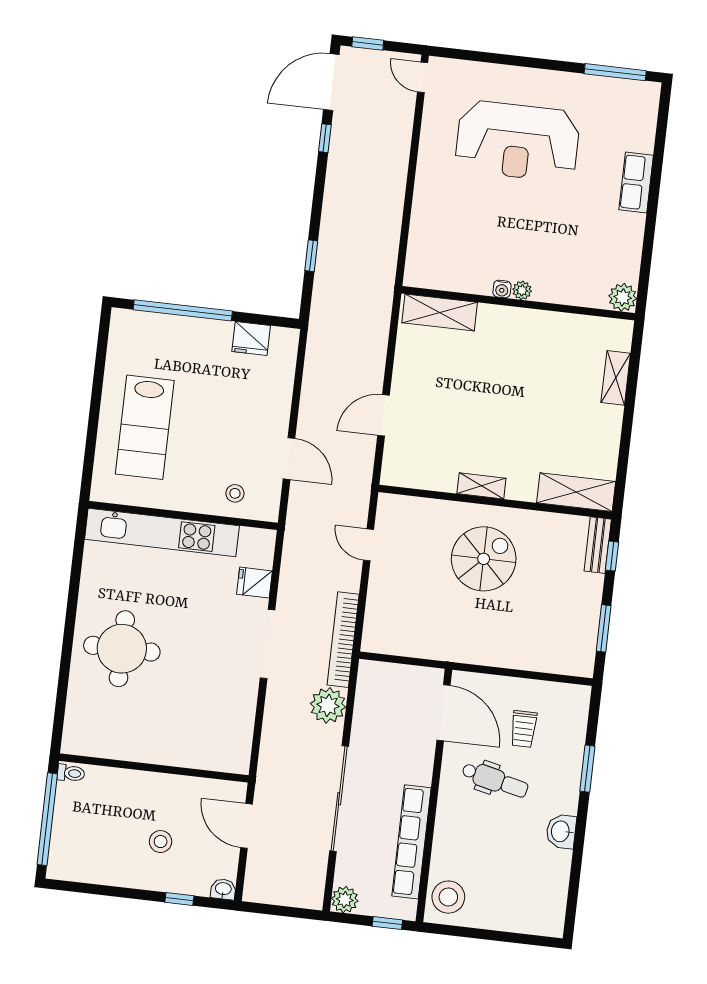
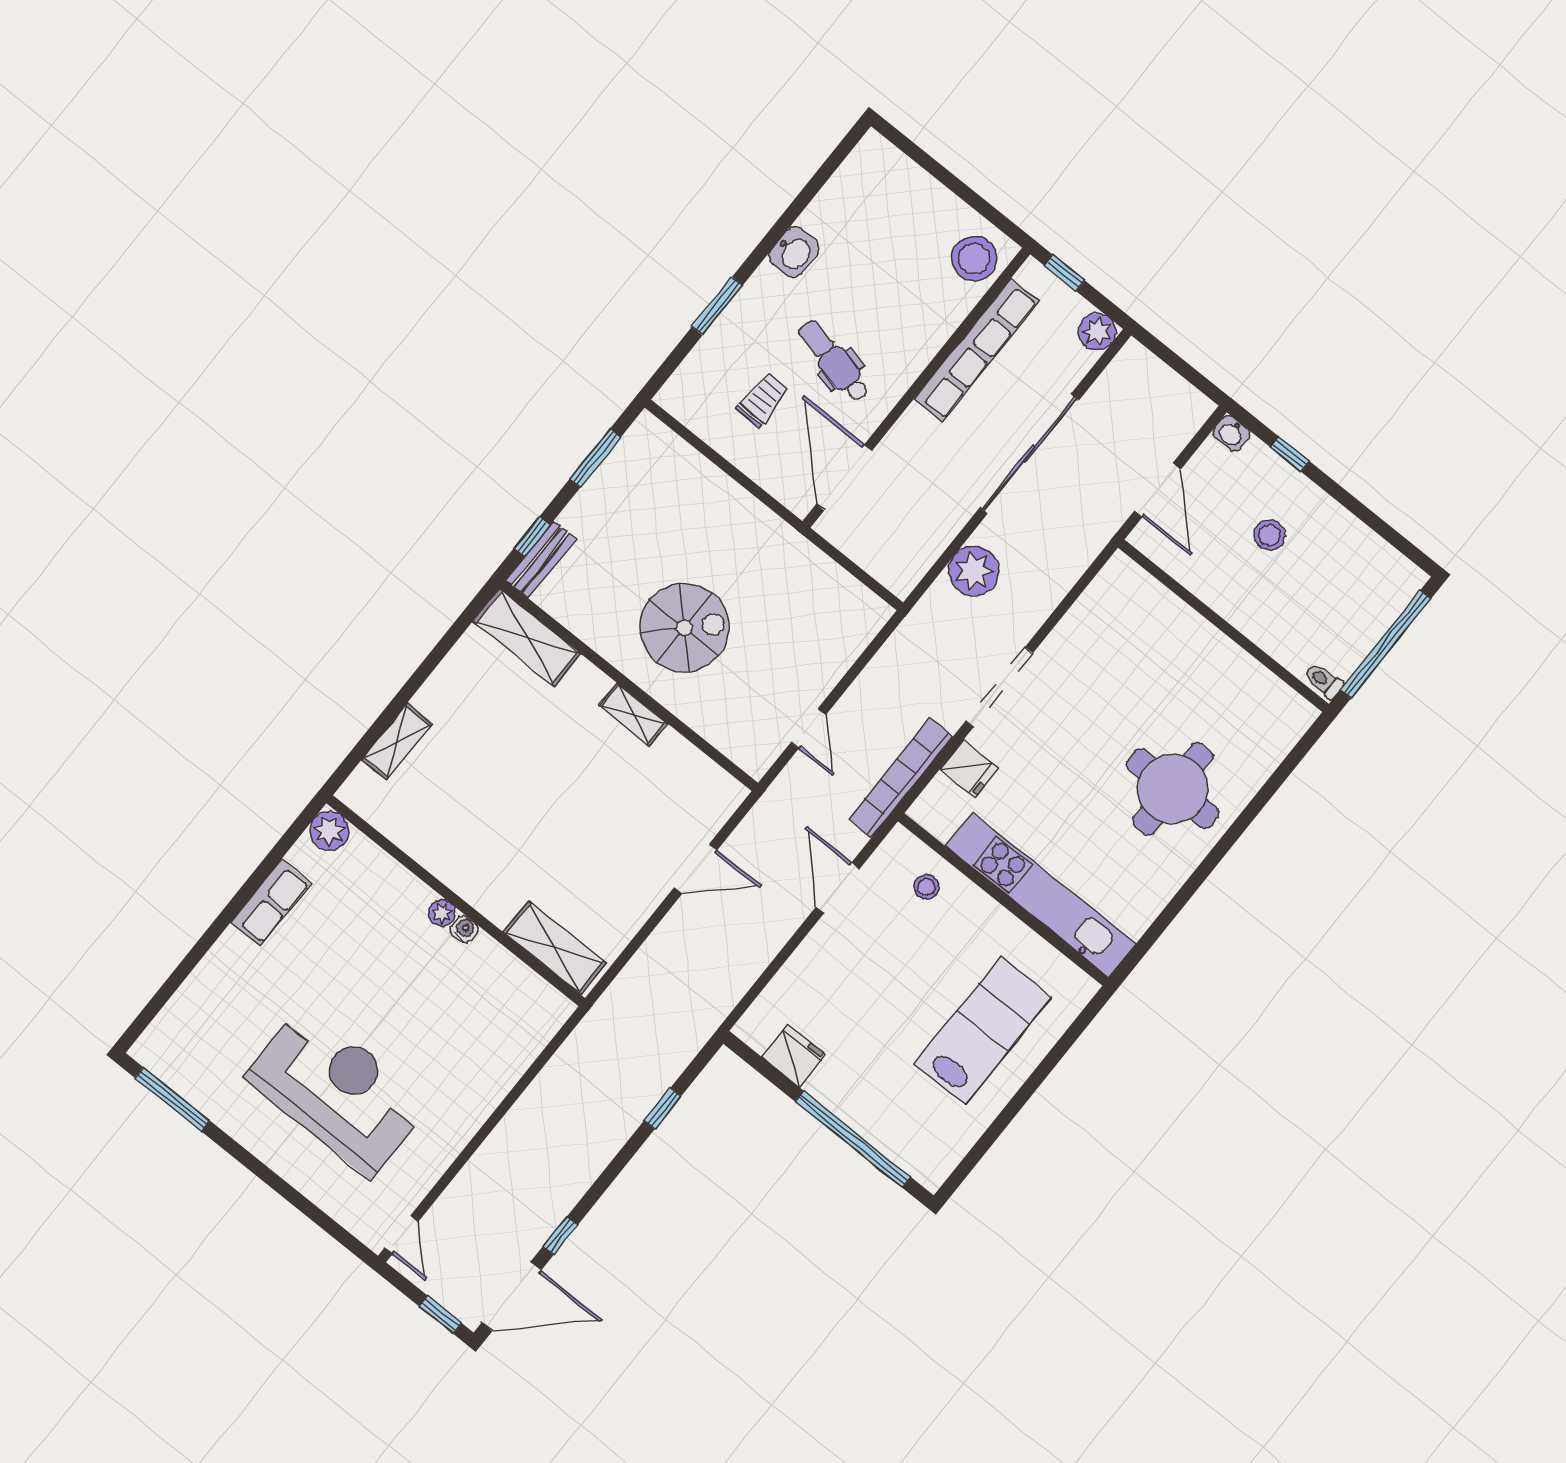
row of seats: (636, 182) -> (271, 903), moved
spiral stairs: (484, 559) -> (684, 628), turned 180
bookcase: (343, 640) -> (901, 778), moved, turned 180

